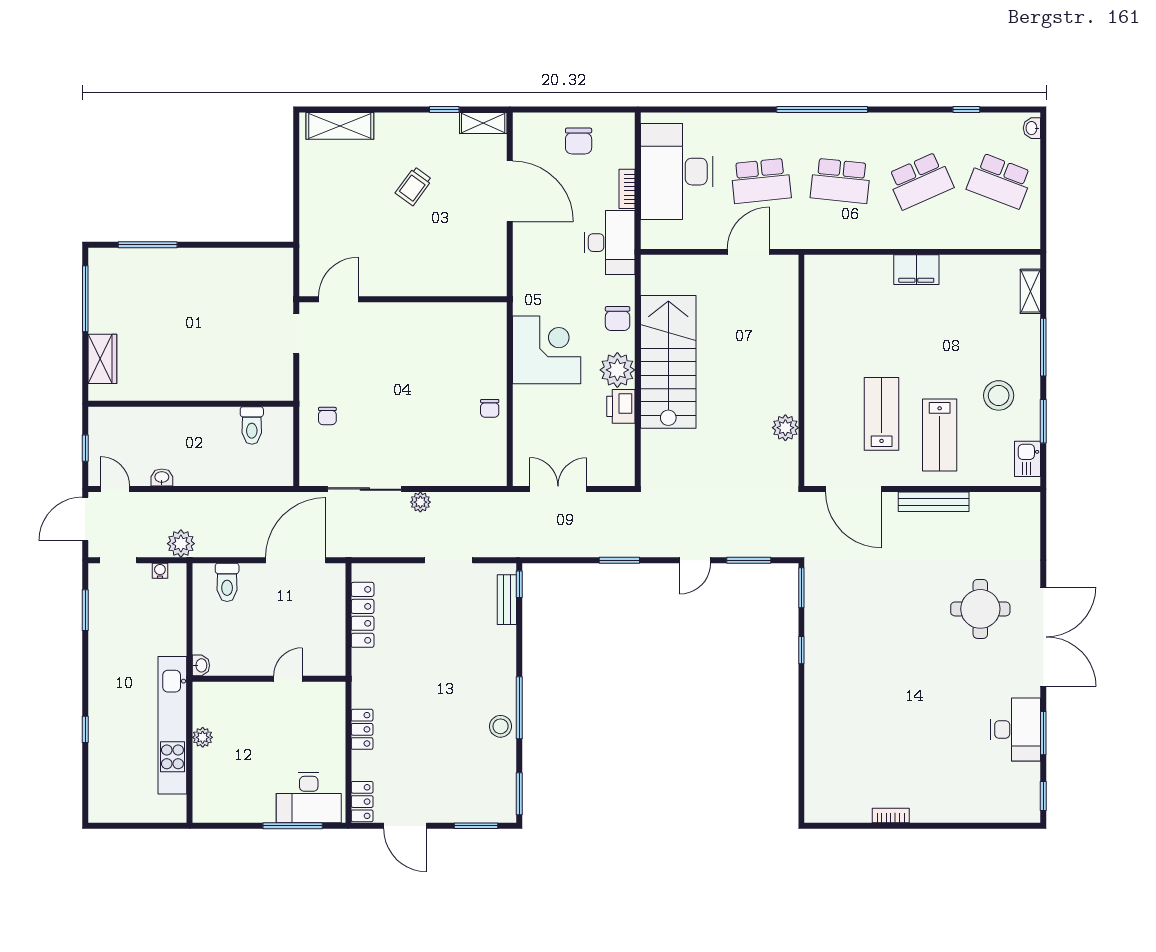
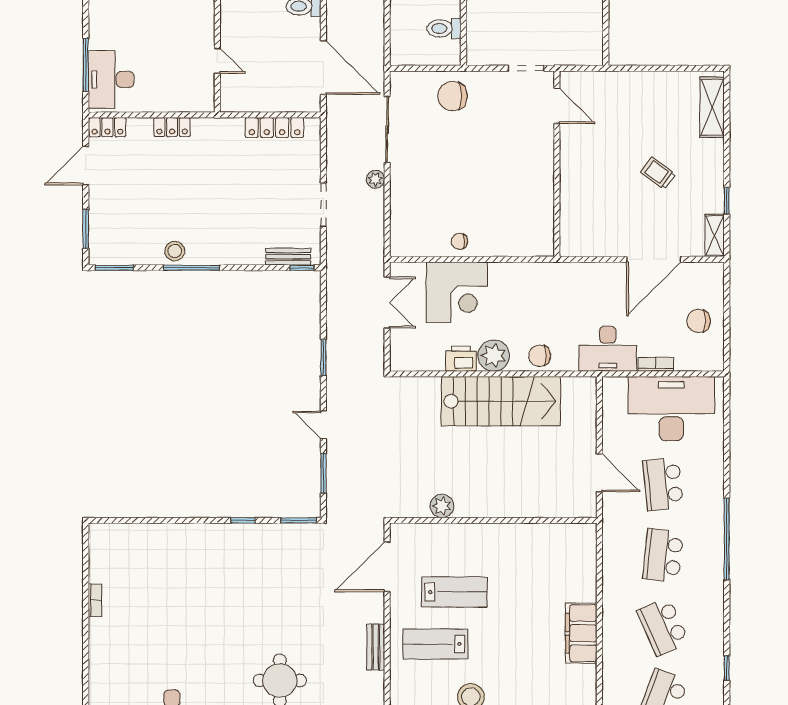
filing cabinet: (916, 270) -> (581, 633), width x1.50, depth x1.17
corner desk: (547, 350) -> (457, 292), moved
chair: (327, 416) -> (452, 96), width x1.87, depth x1.87
bench: (934, 502) -> (376, 647), width x0.73

